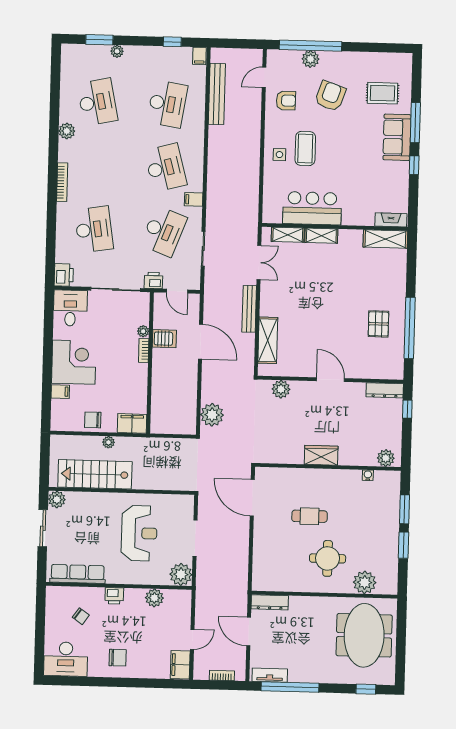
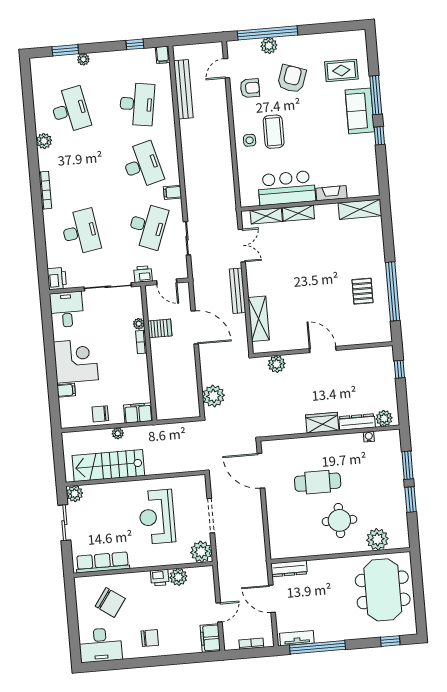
fireplace: (391, 220) -> (331, 193), moved
dresser: (385, 390) -> (357, 422), moved, turned 180
cafe table: (310, 516) -> (318, 482), width x1.37, depth x1.35
reception desk: (139, 533) -> (157, 517), turned 180
printer: (114, 596) -> (160, 578), moved
chair: (81, 616) -> (110, 602), width x1.87, depth x1.87

